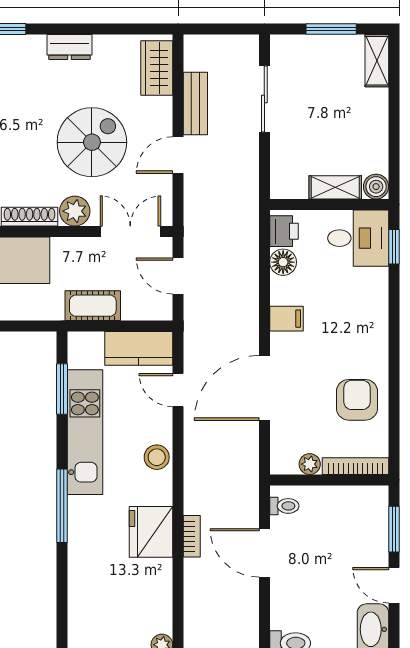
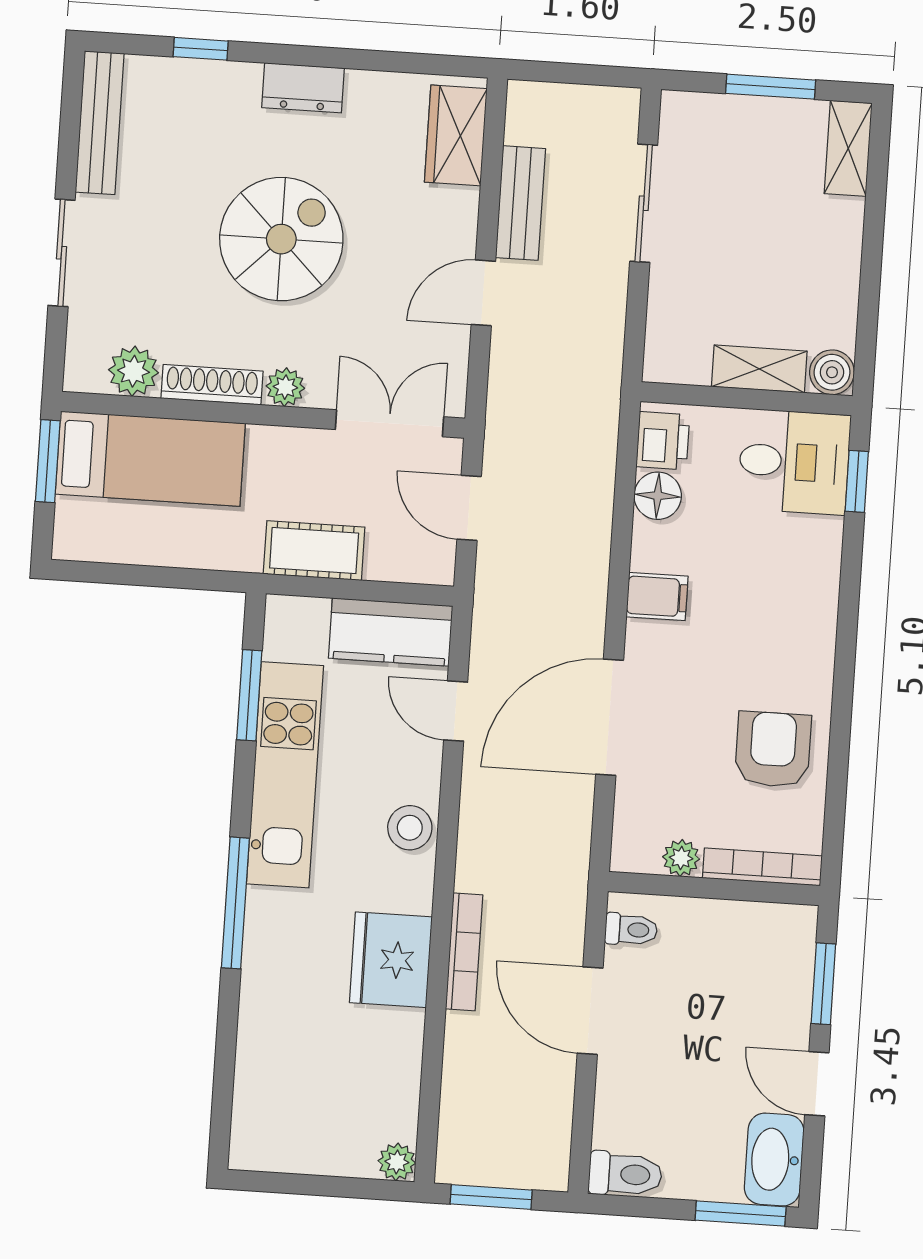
spiral stairs: (92, 142) -> (281, 239), moved
plant: (75, 211) -> (285, 387), width x0.73, depth x0.73
bookcase: (192, 536) -> (464, 952), width x1.56

